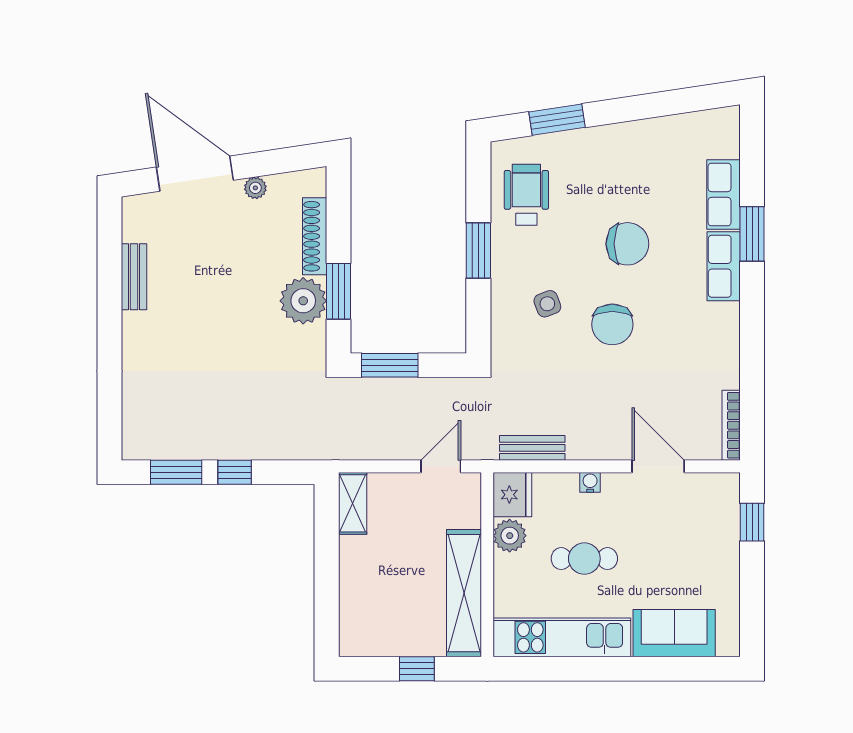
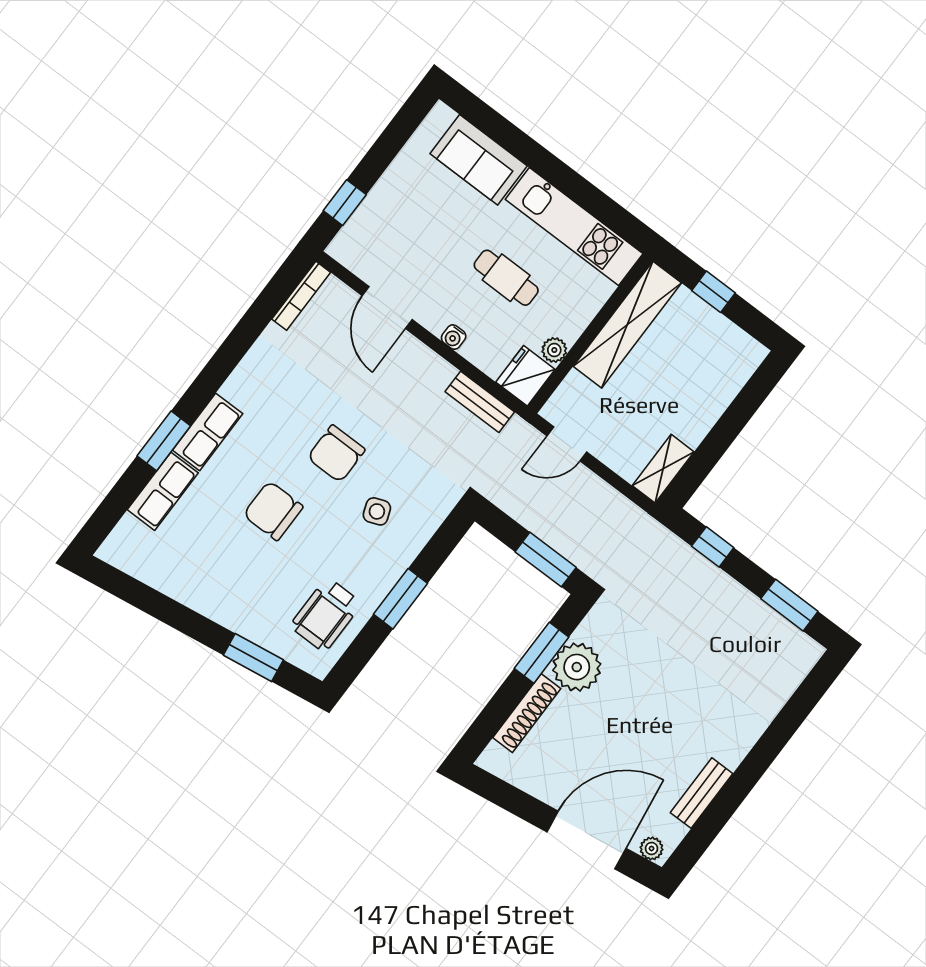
door: (195, 174) -> (587, 840), swing flipped
plant: (255, 188) -> (652, 848), moved
chair: (612, 324) -> (336, 454), turned 180
window: (235, 472) -> (713, 547), moved
plant: (510, 536) -> (554, 350), width x0.73, depth x0.73

